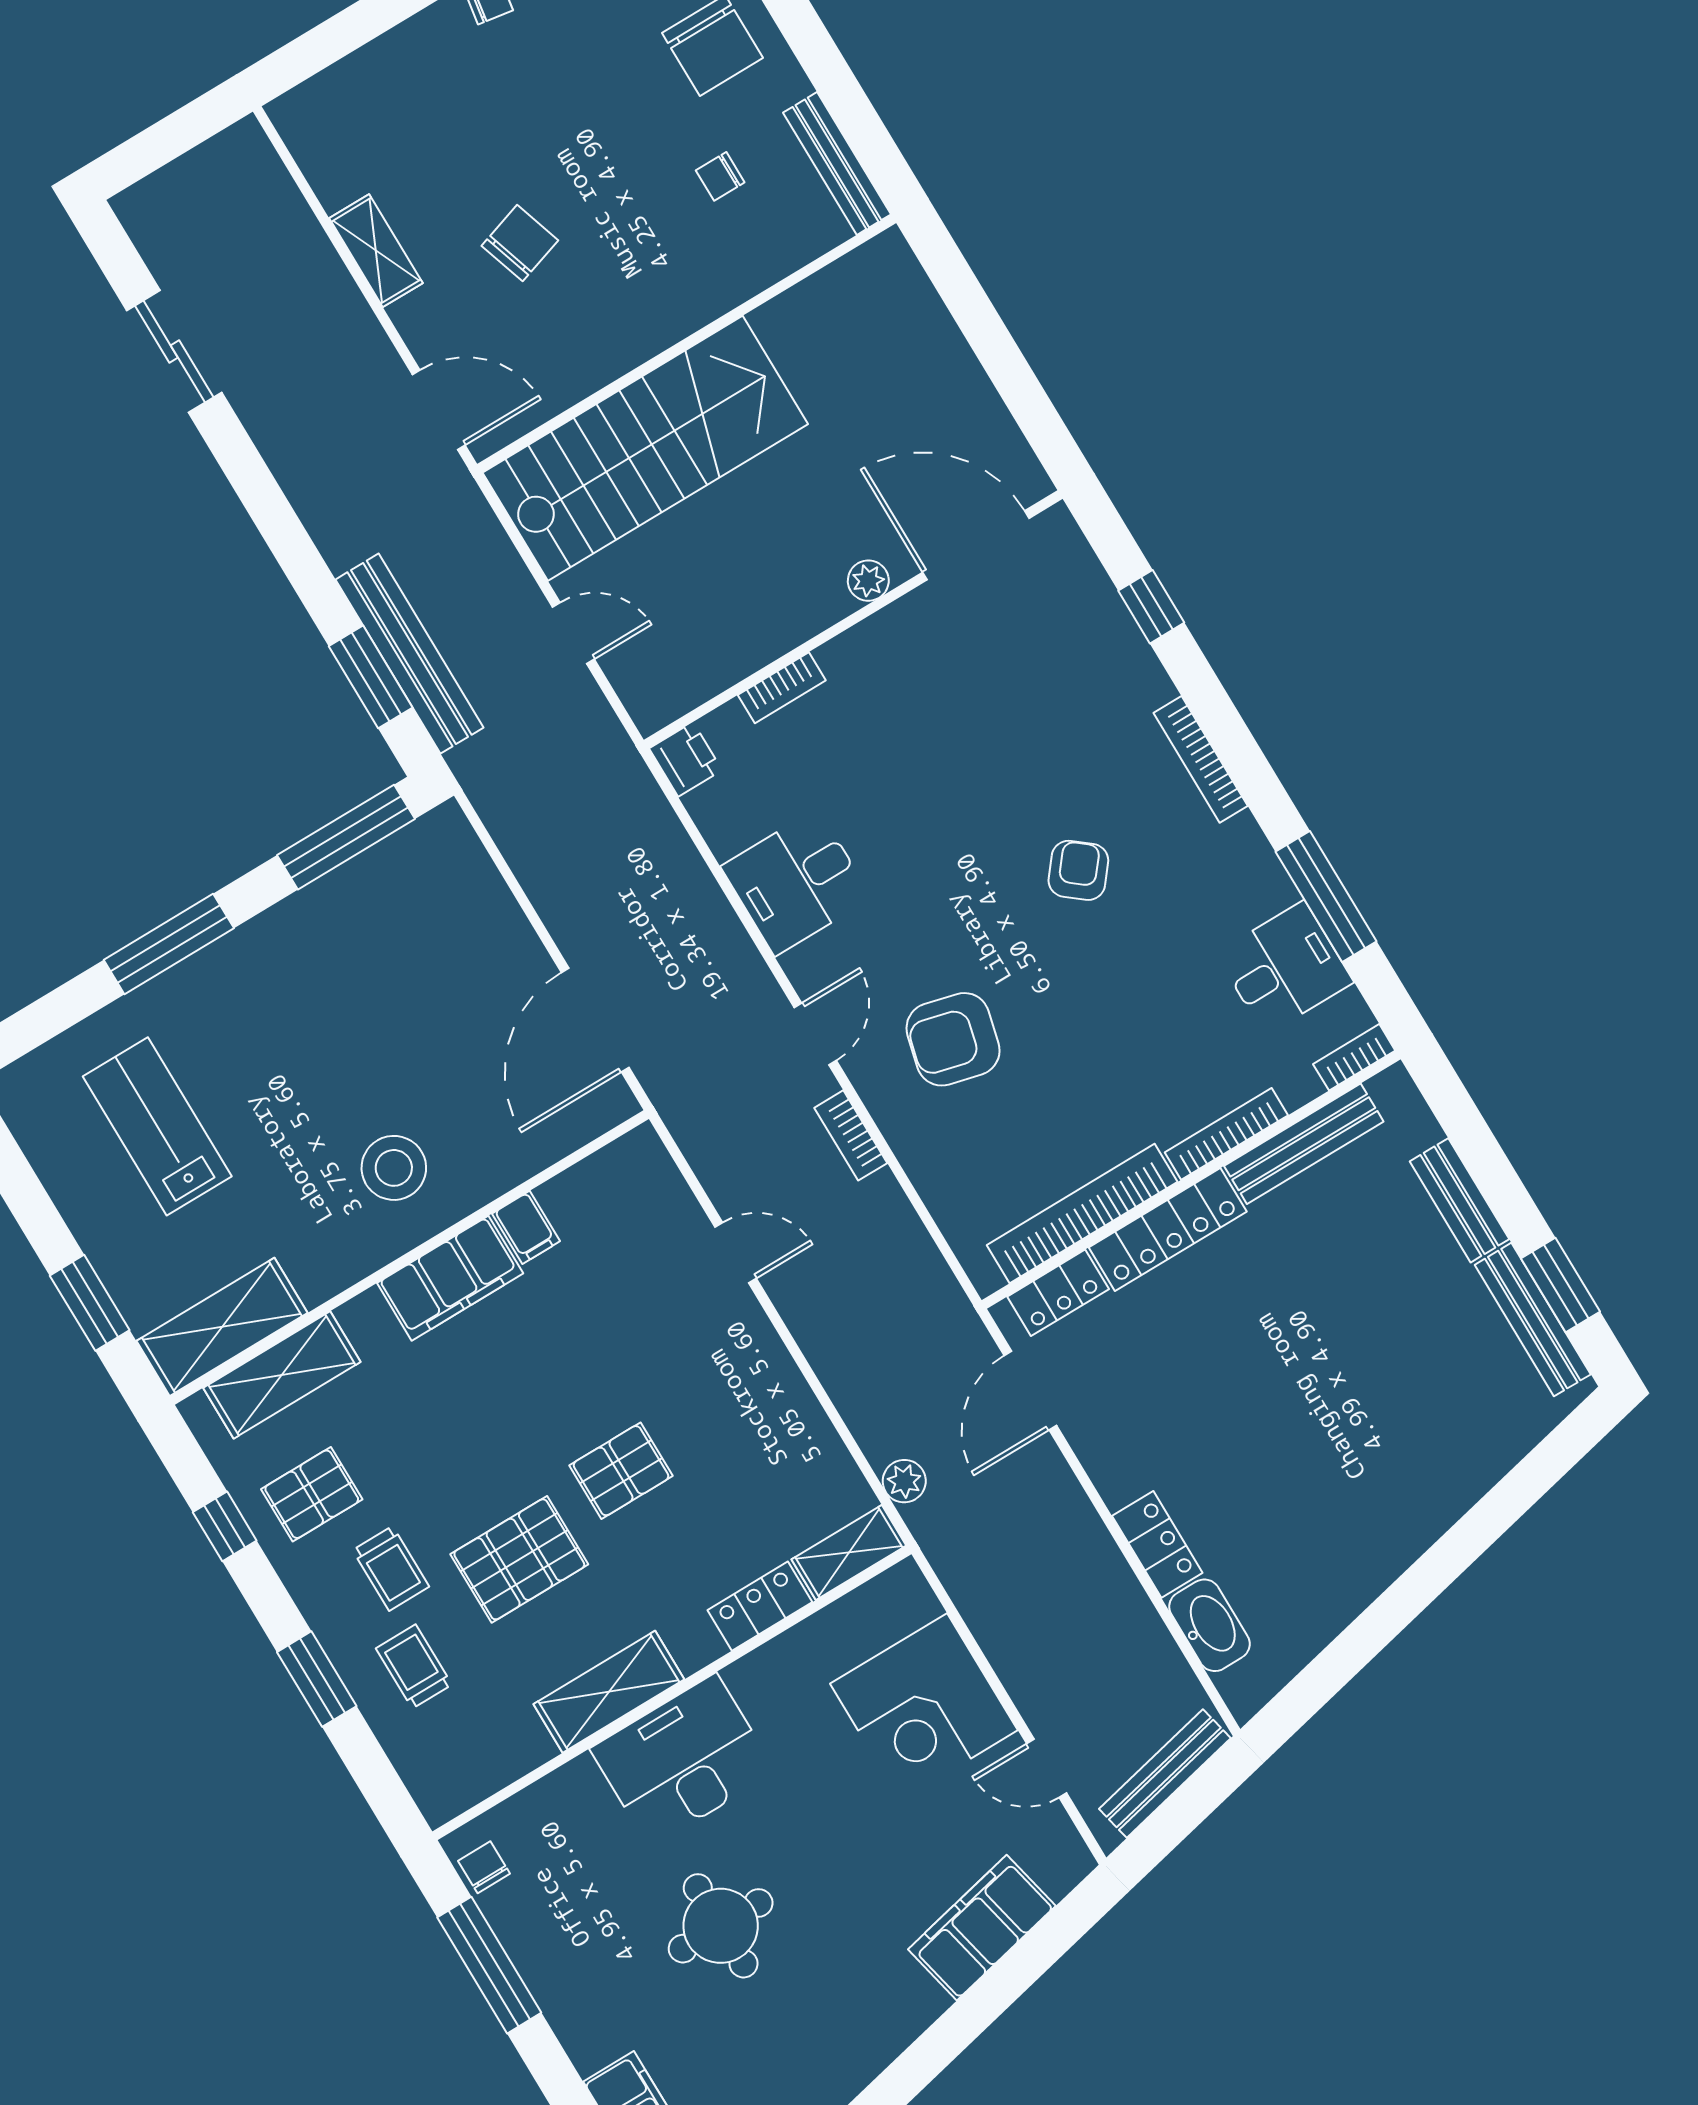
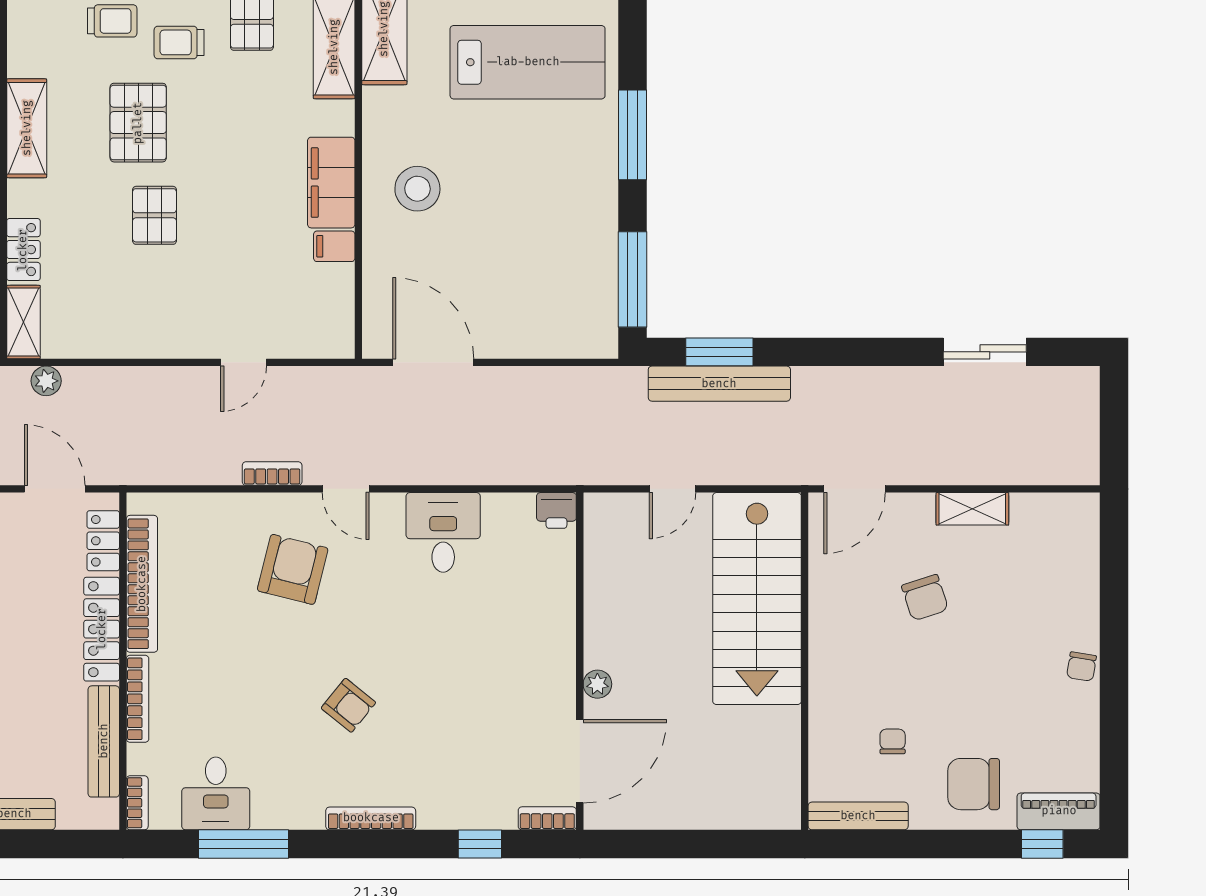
bookcase: (782, 688) -> (547, 818), moved, turned 90
lab bench: (157, 1126) -> (528, 62), width x1.36, depth x1.39

